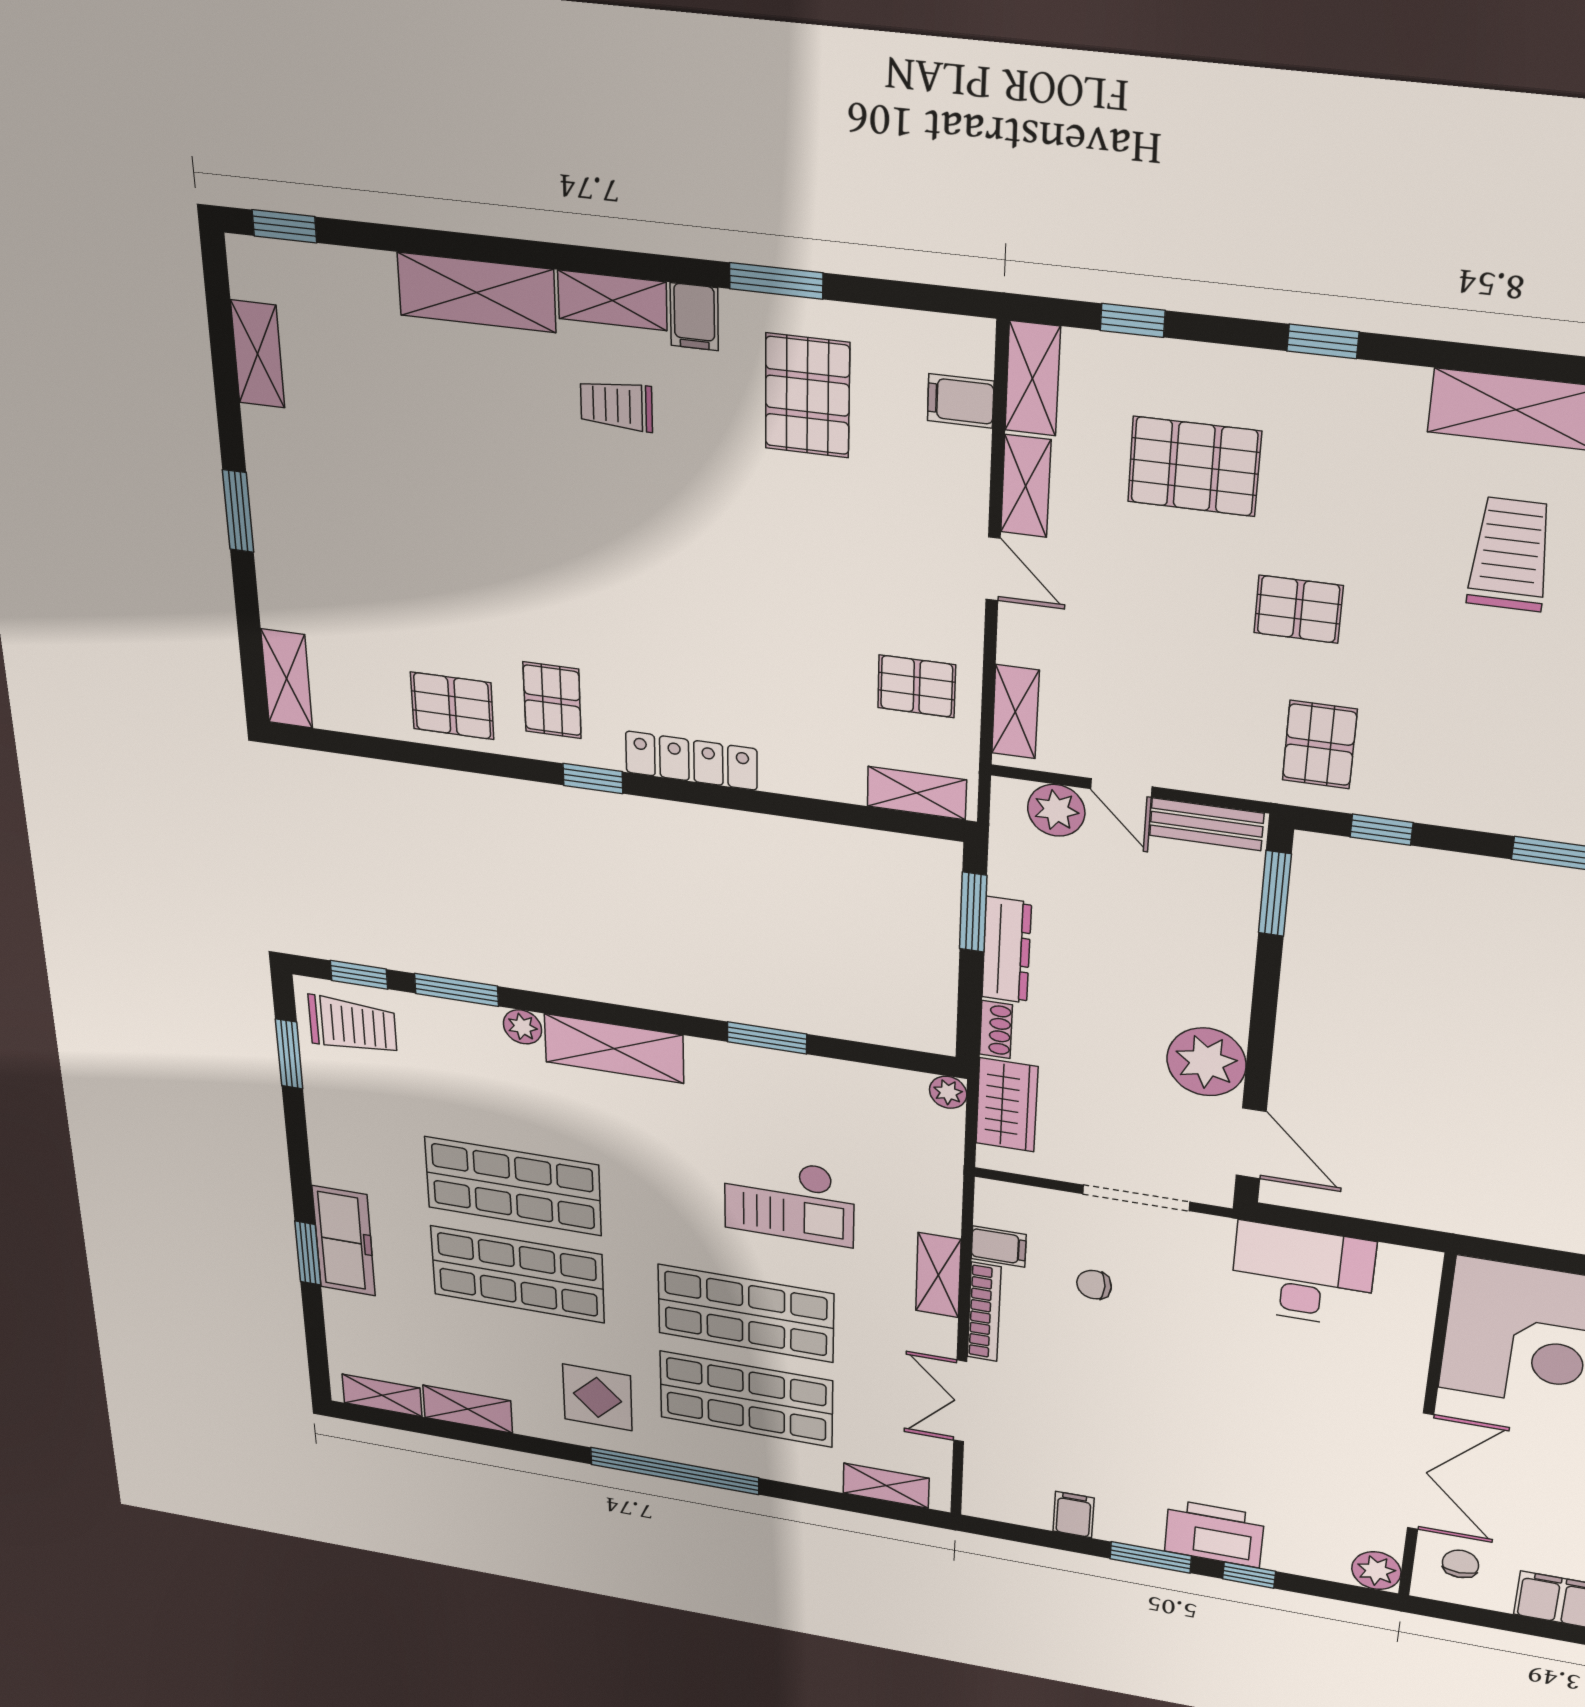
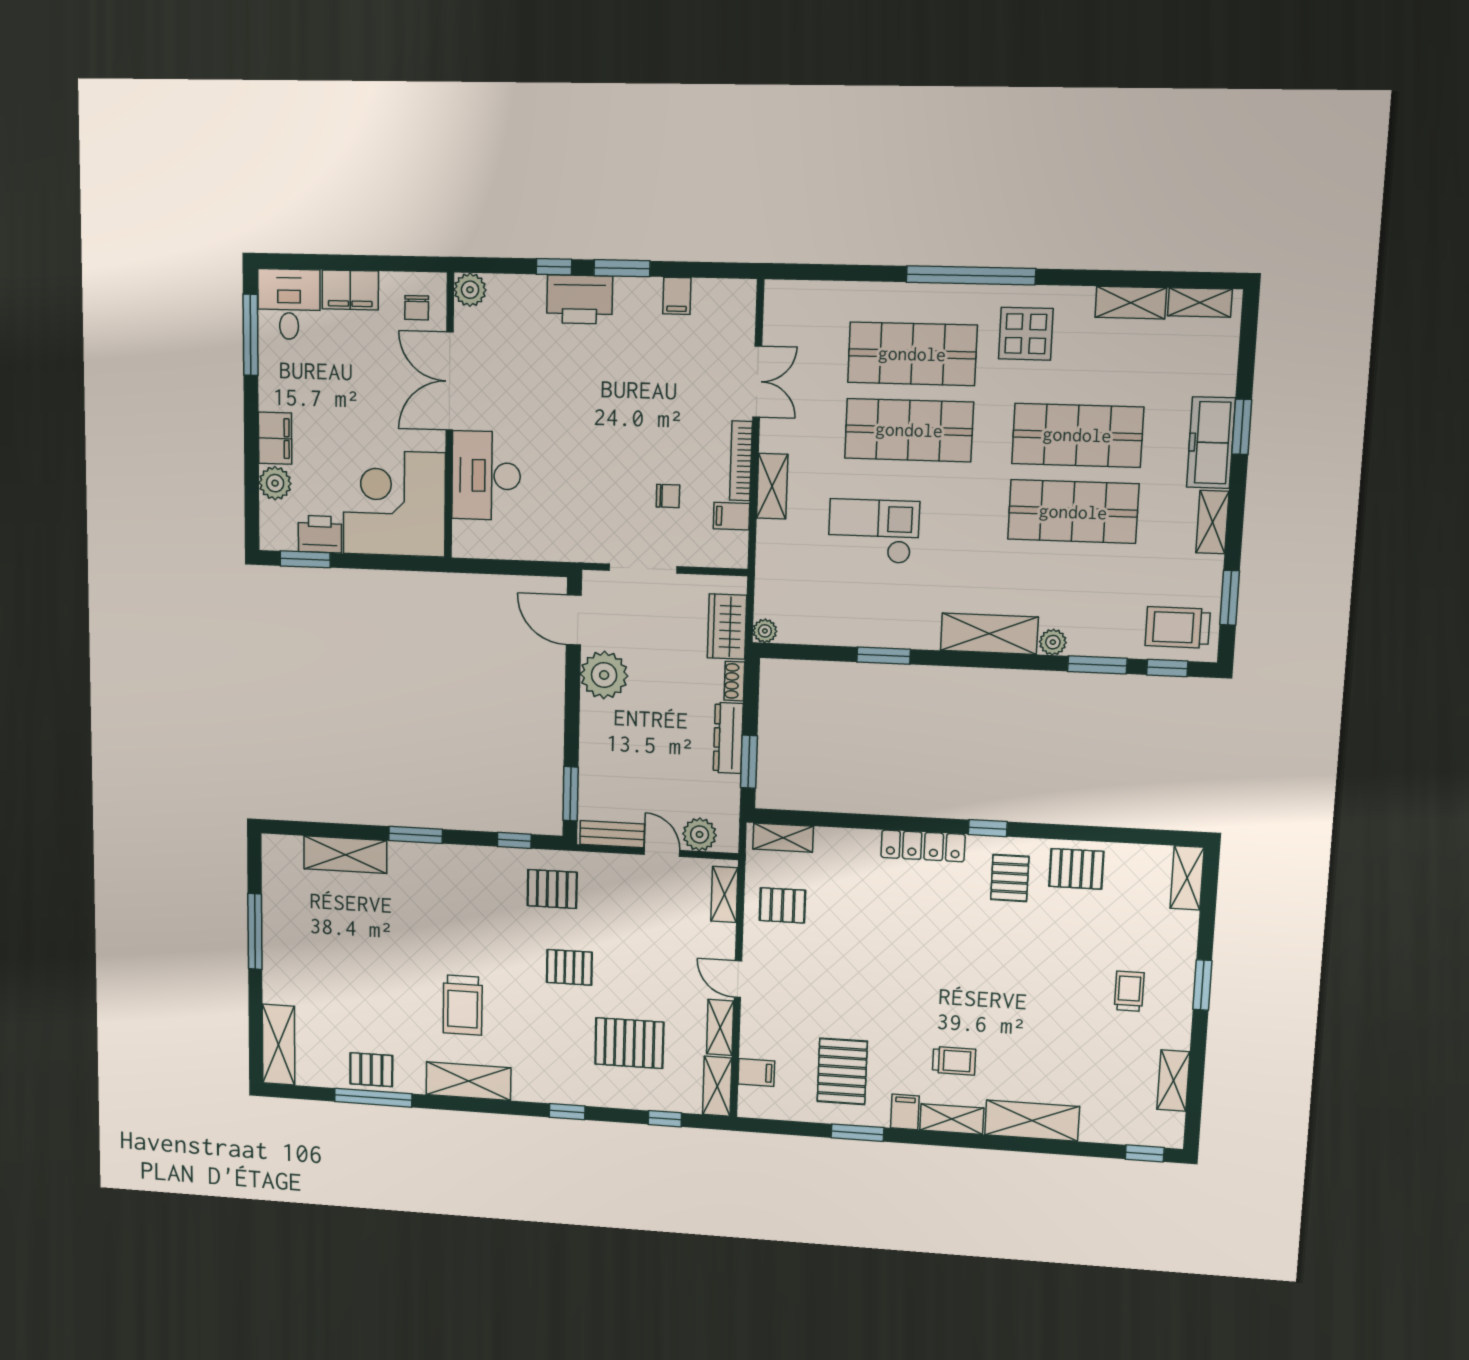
trolley: (347, 508) -> (1129, 991), added
pallet: (1320, 745) -> (552, 889), turned 90
desk: (1303, 1275) -> (486, 476), moved, turned 90
shelving: (886, 1486) -> (1212, 522), moved, turned 90

